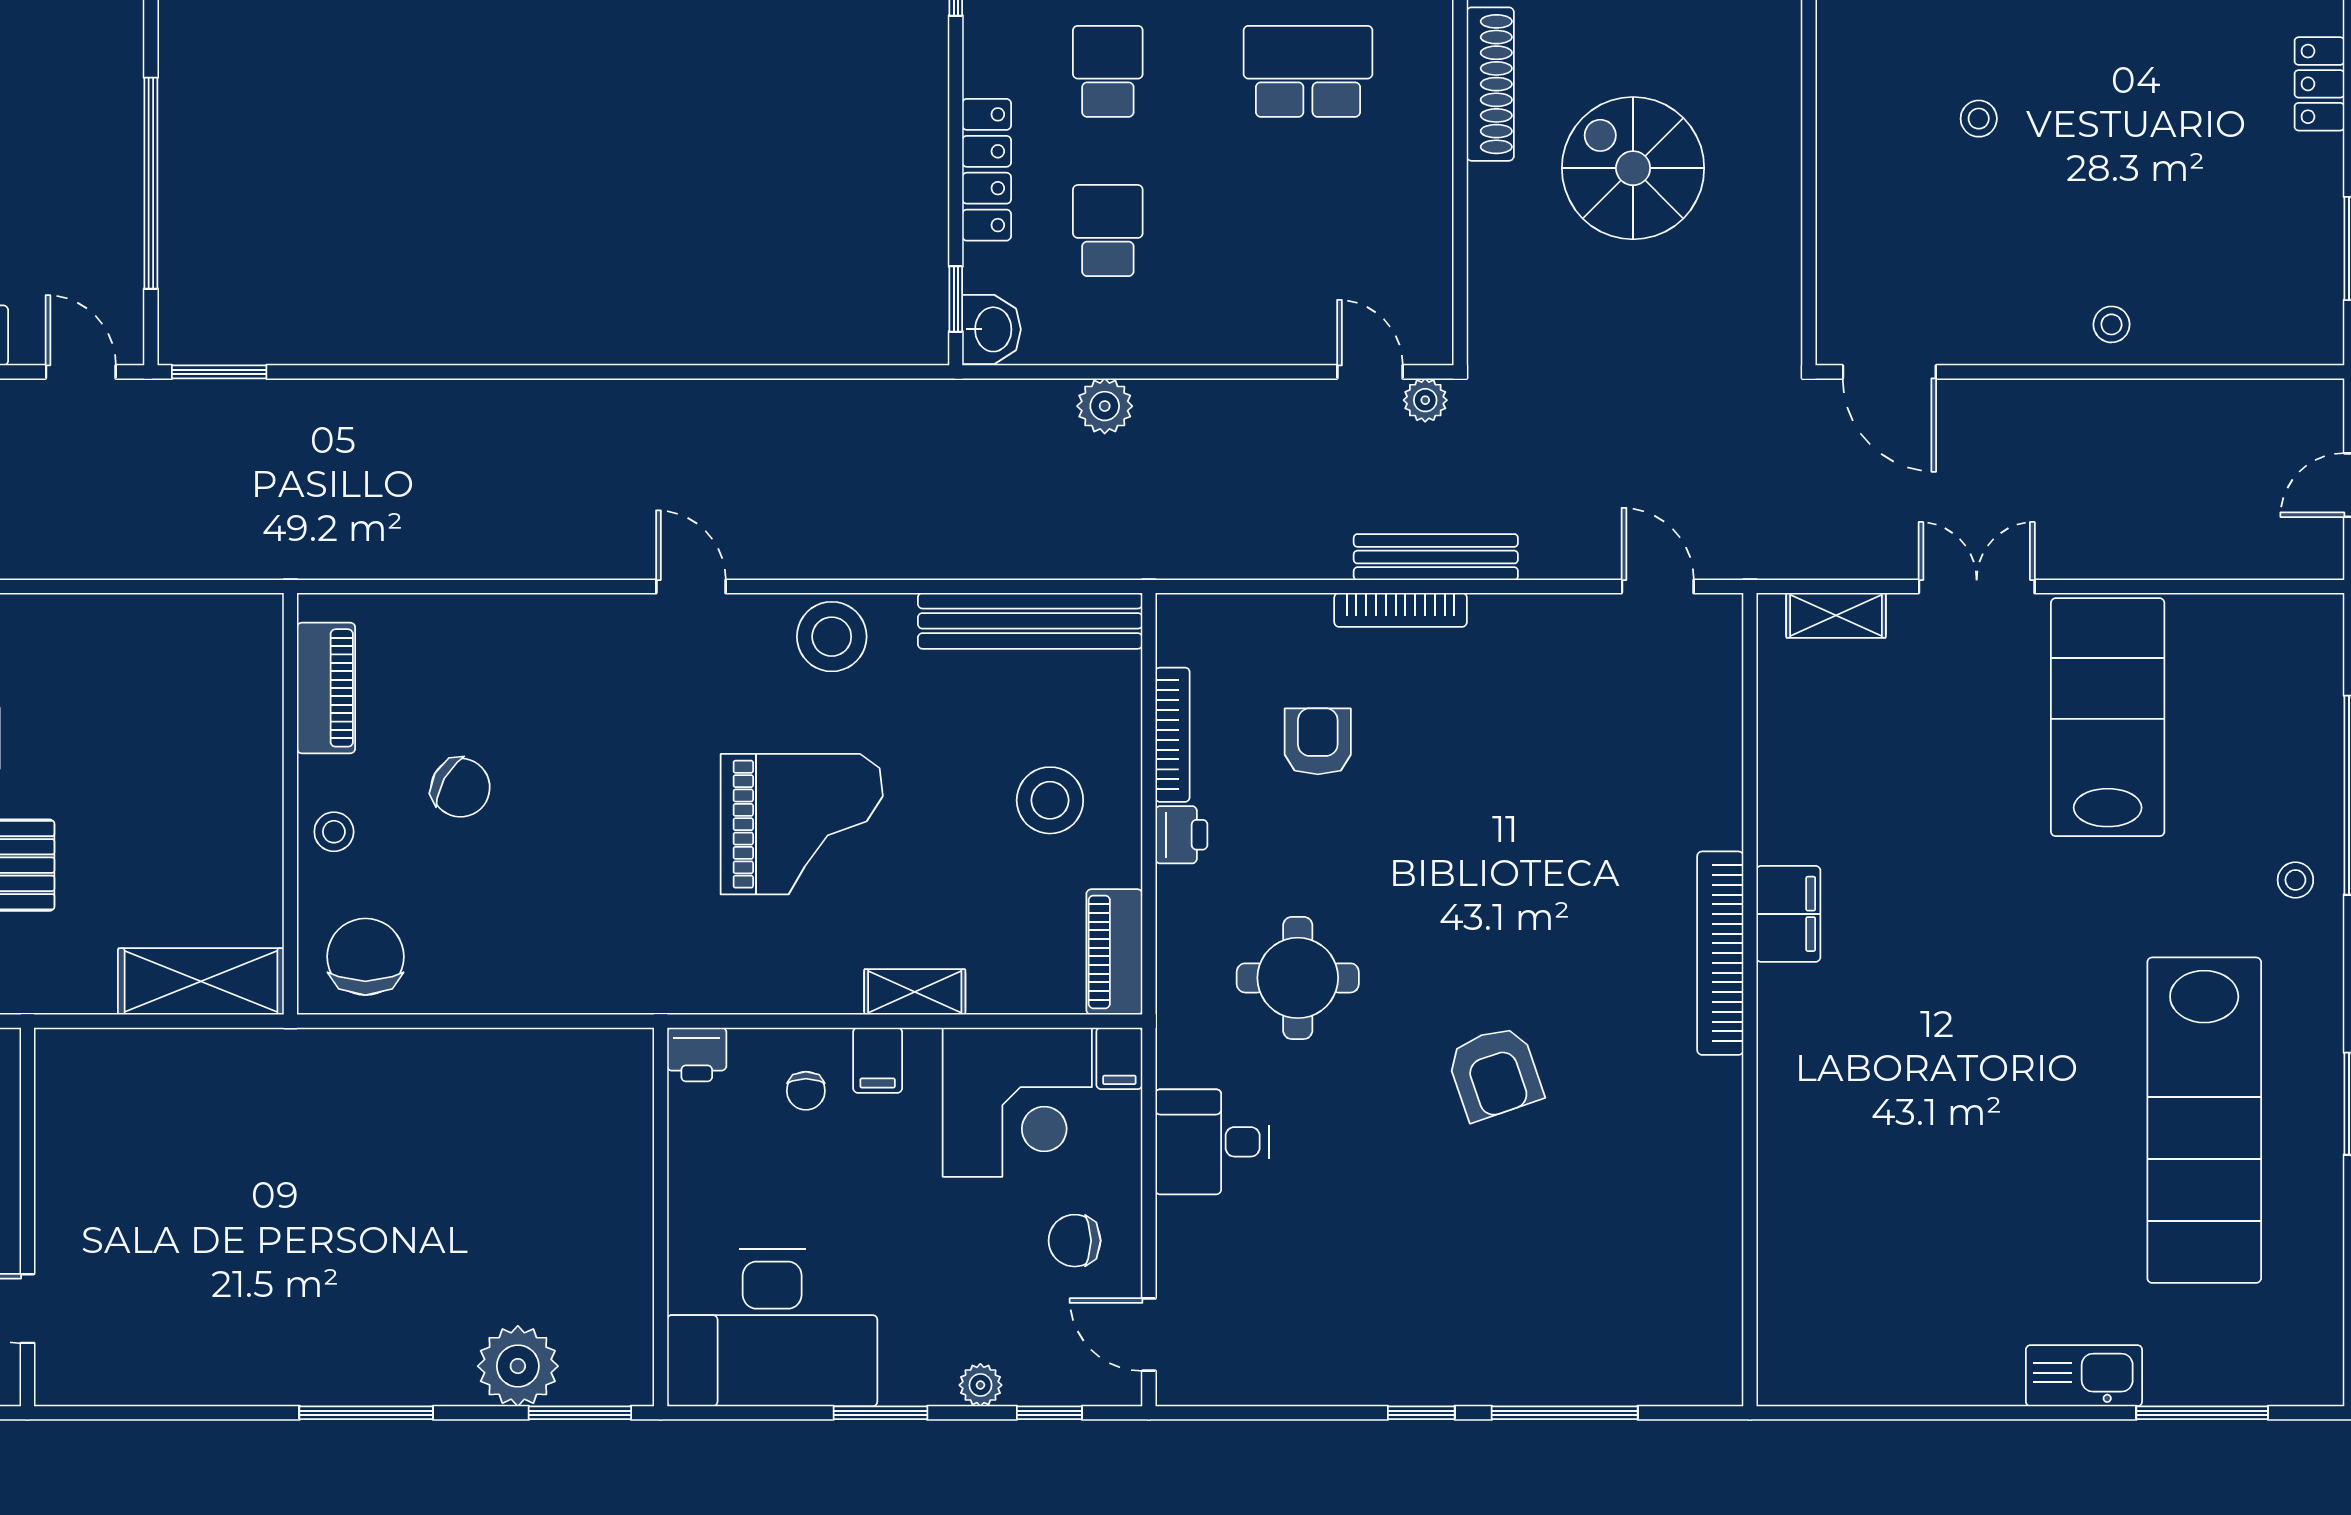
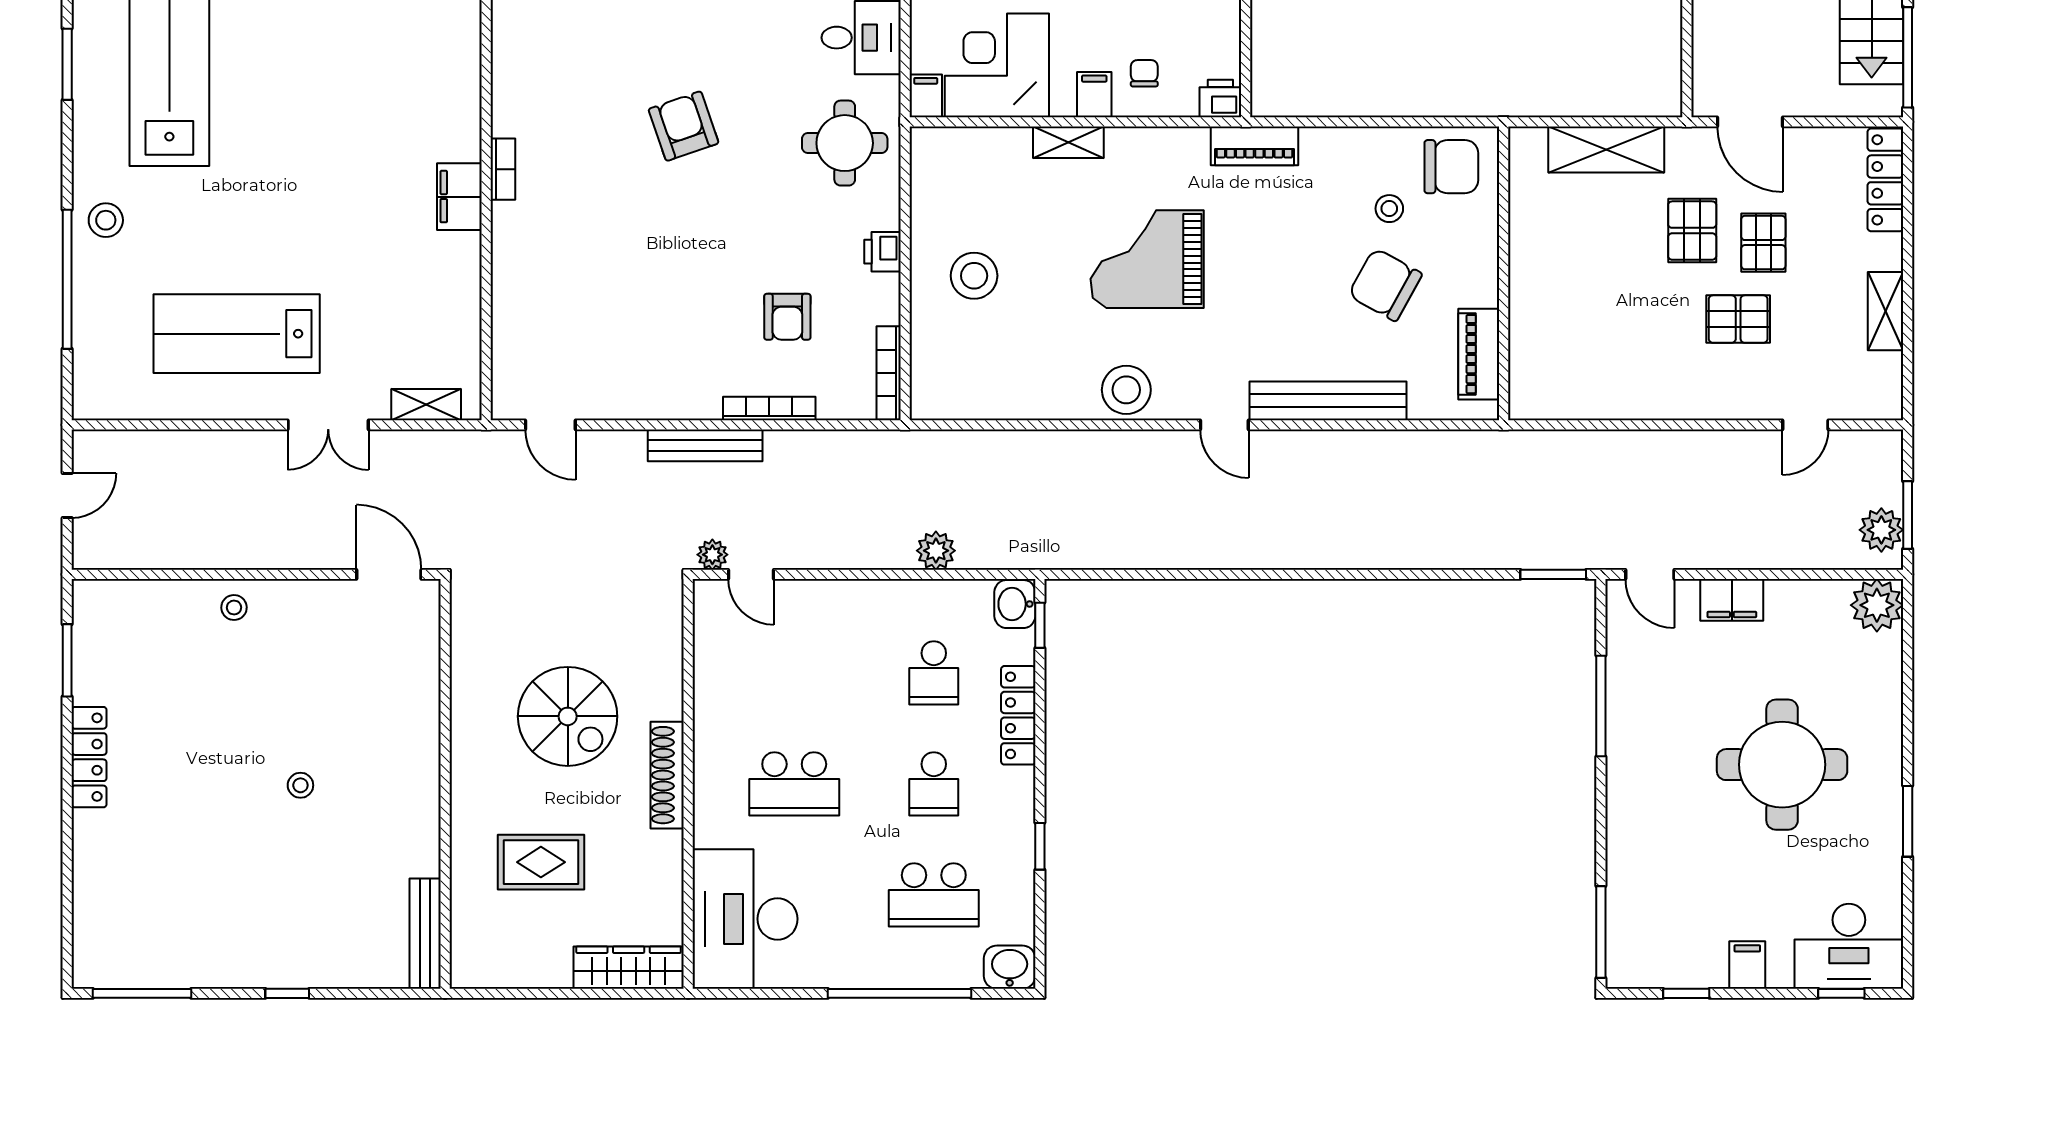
locker: (2319, 84) -> (89, 757), width x1.53
stool: (1979, 119) -> (300, 785), moved
window: (151, 183) -> (1601, 706), width x0.68
bookcase: (1401, 610) -> (769, 408), moved
bench: (1030, 621) -> (1328, 401), moved
lab bench: (2108, 717) -> (237, 334), turned 90
bookcase: (1172, 735) -> (889, 373), moved
chair: (460, 788) -> (1385, 285), width x1.37, depth x1.37
stool: (334, 832) -> (1389, 209), moved
stool: (2295, 880) -> (106, 220), width x1.37, depth x1.37
piano: (1114, 952) -> (1255, 146), moved, turned 90
bookcase: (1720, 953) -> (503, 169), width x0.43, depth x0.76
chair: (365, 957) -> (1451, 167), turned -90
round table: (1298, 978) -> (845, 143), moved
shelving: (201, 981) -> (1606, 149), moved
armchair: (1495, 1073) -> (684, 126), moved

